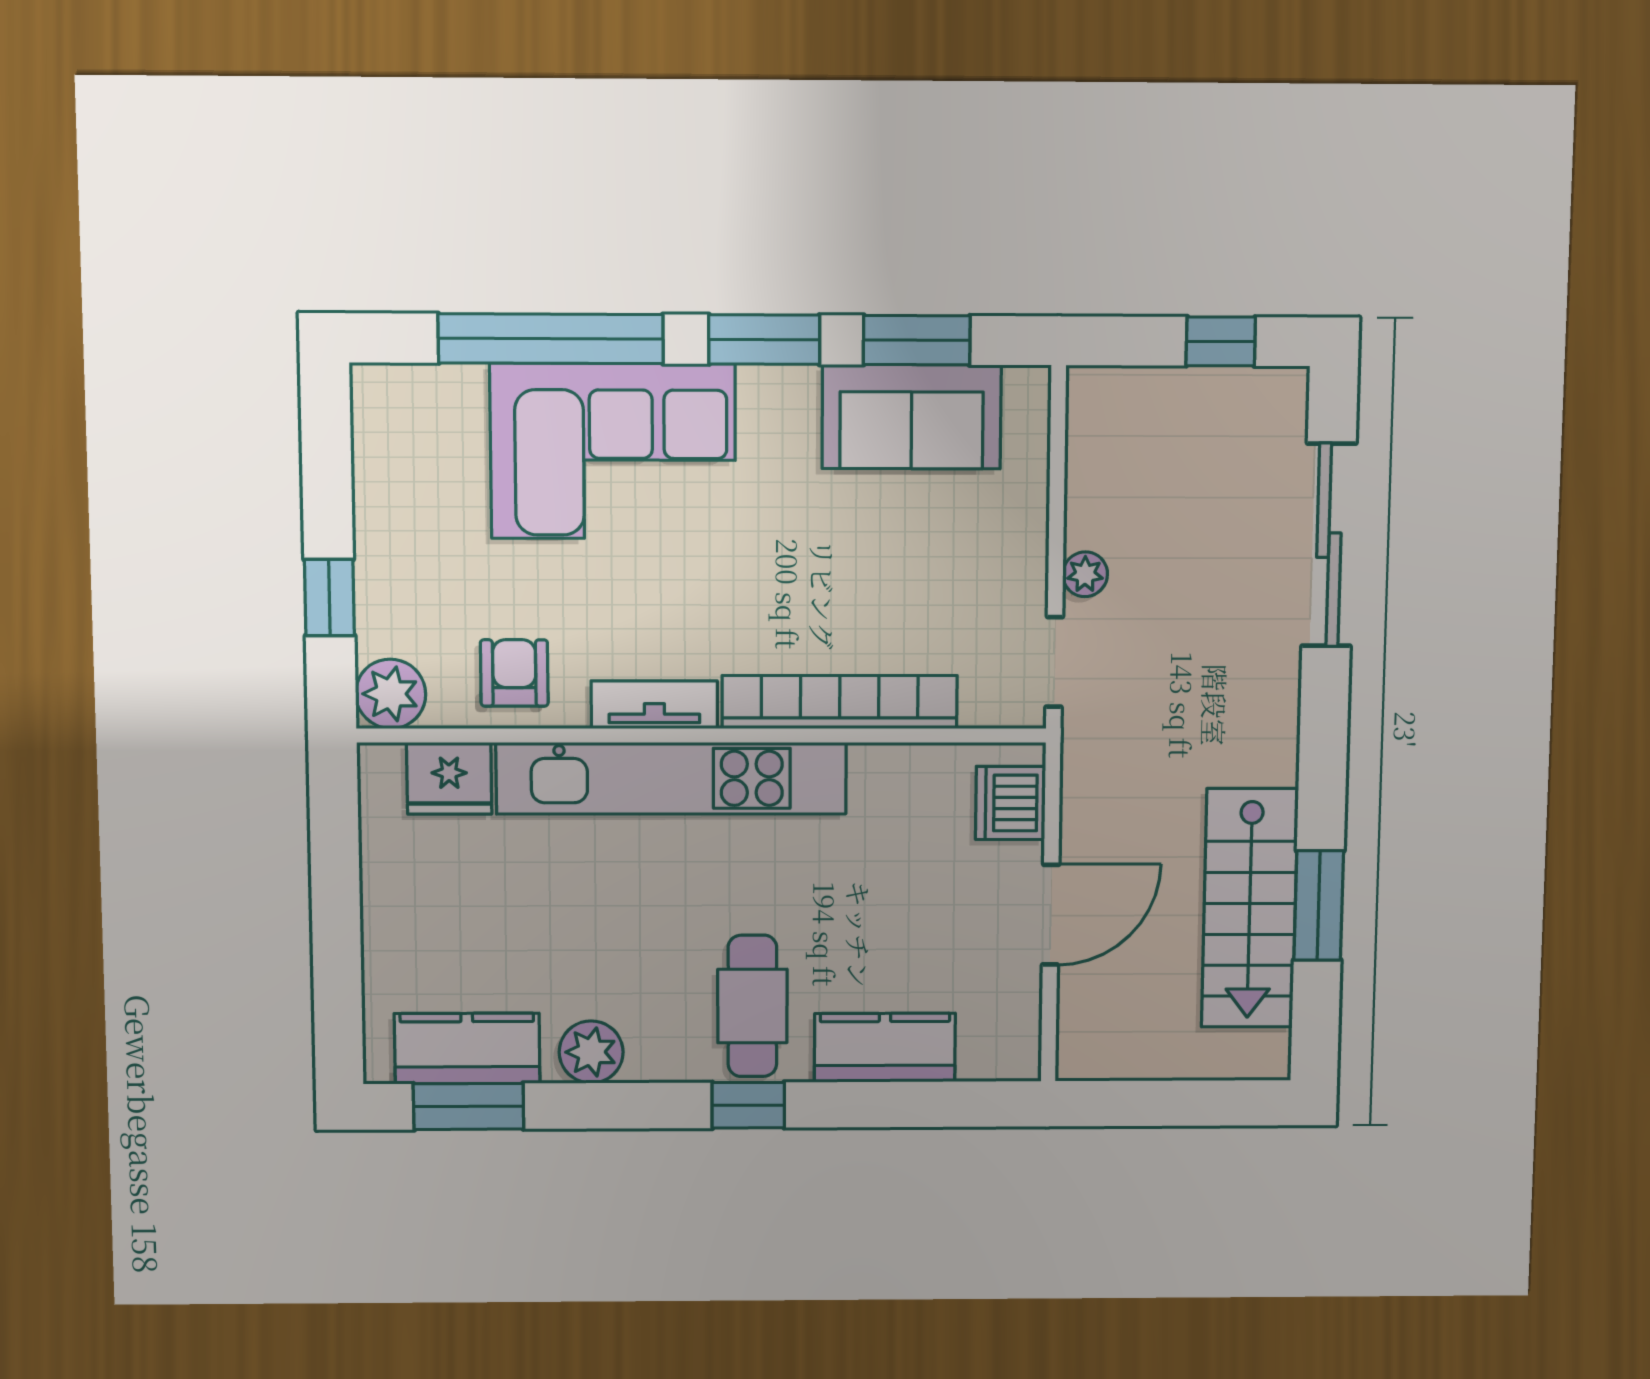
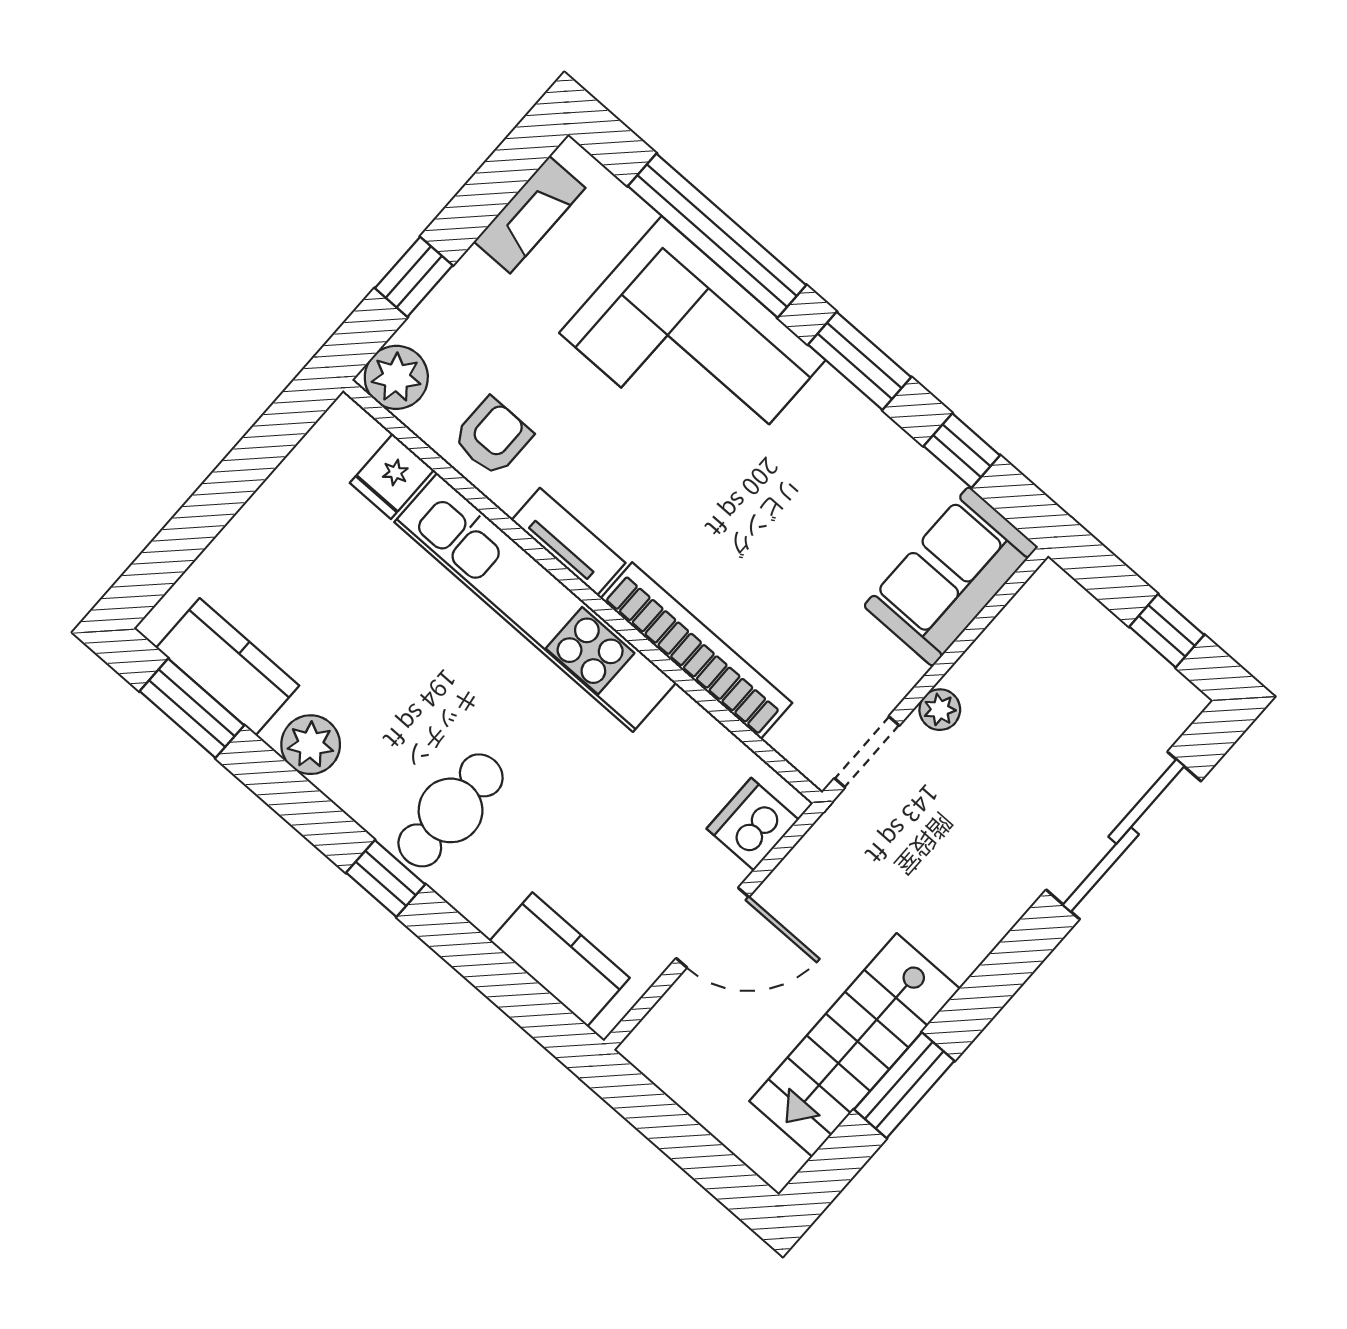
window: (917, 340) -> (962, 451), width x0.67
sofa: (912, 417) -> (951, 576), moved, turned 90
fireplace: (378, 460) -> (530, 215), added
fridge: (449, 778) -> (392, 476), width x0.72
kitchen counter: (885, 1048) -> (560, 959), moved

